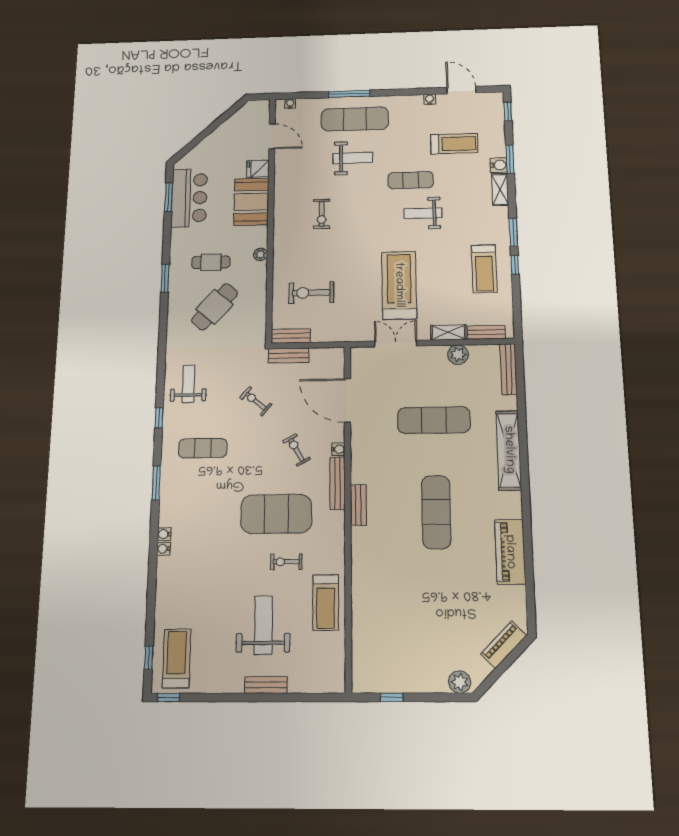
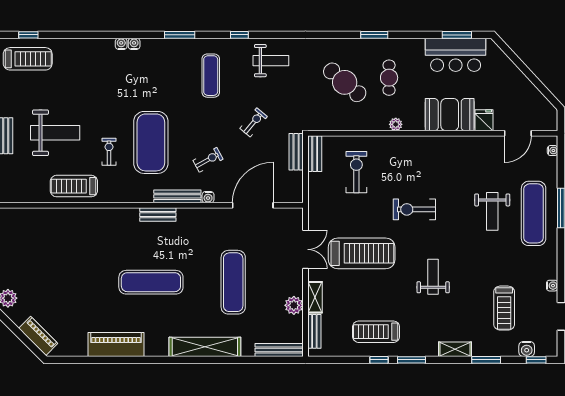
water cooler: (499, 165) -> (527, 349), moved
exercise mat: (411, 180) -> (467, 266), removed
exercise bike: (322, 214) -> (414, 209), moved, width x1.38, depth x1.39

